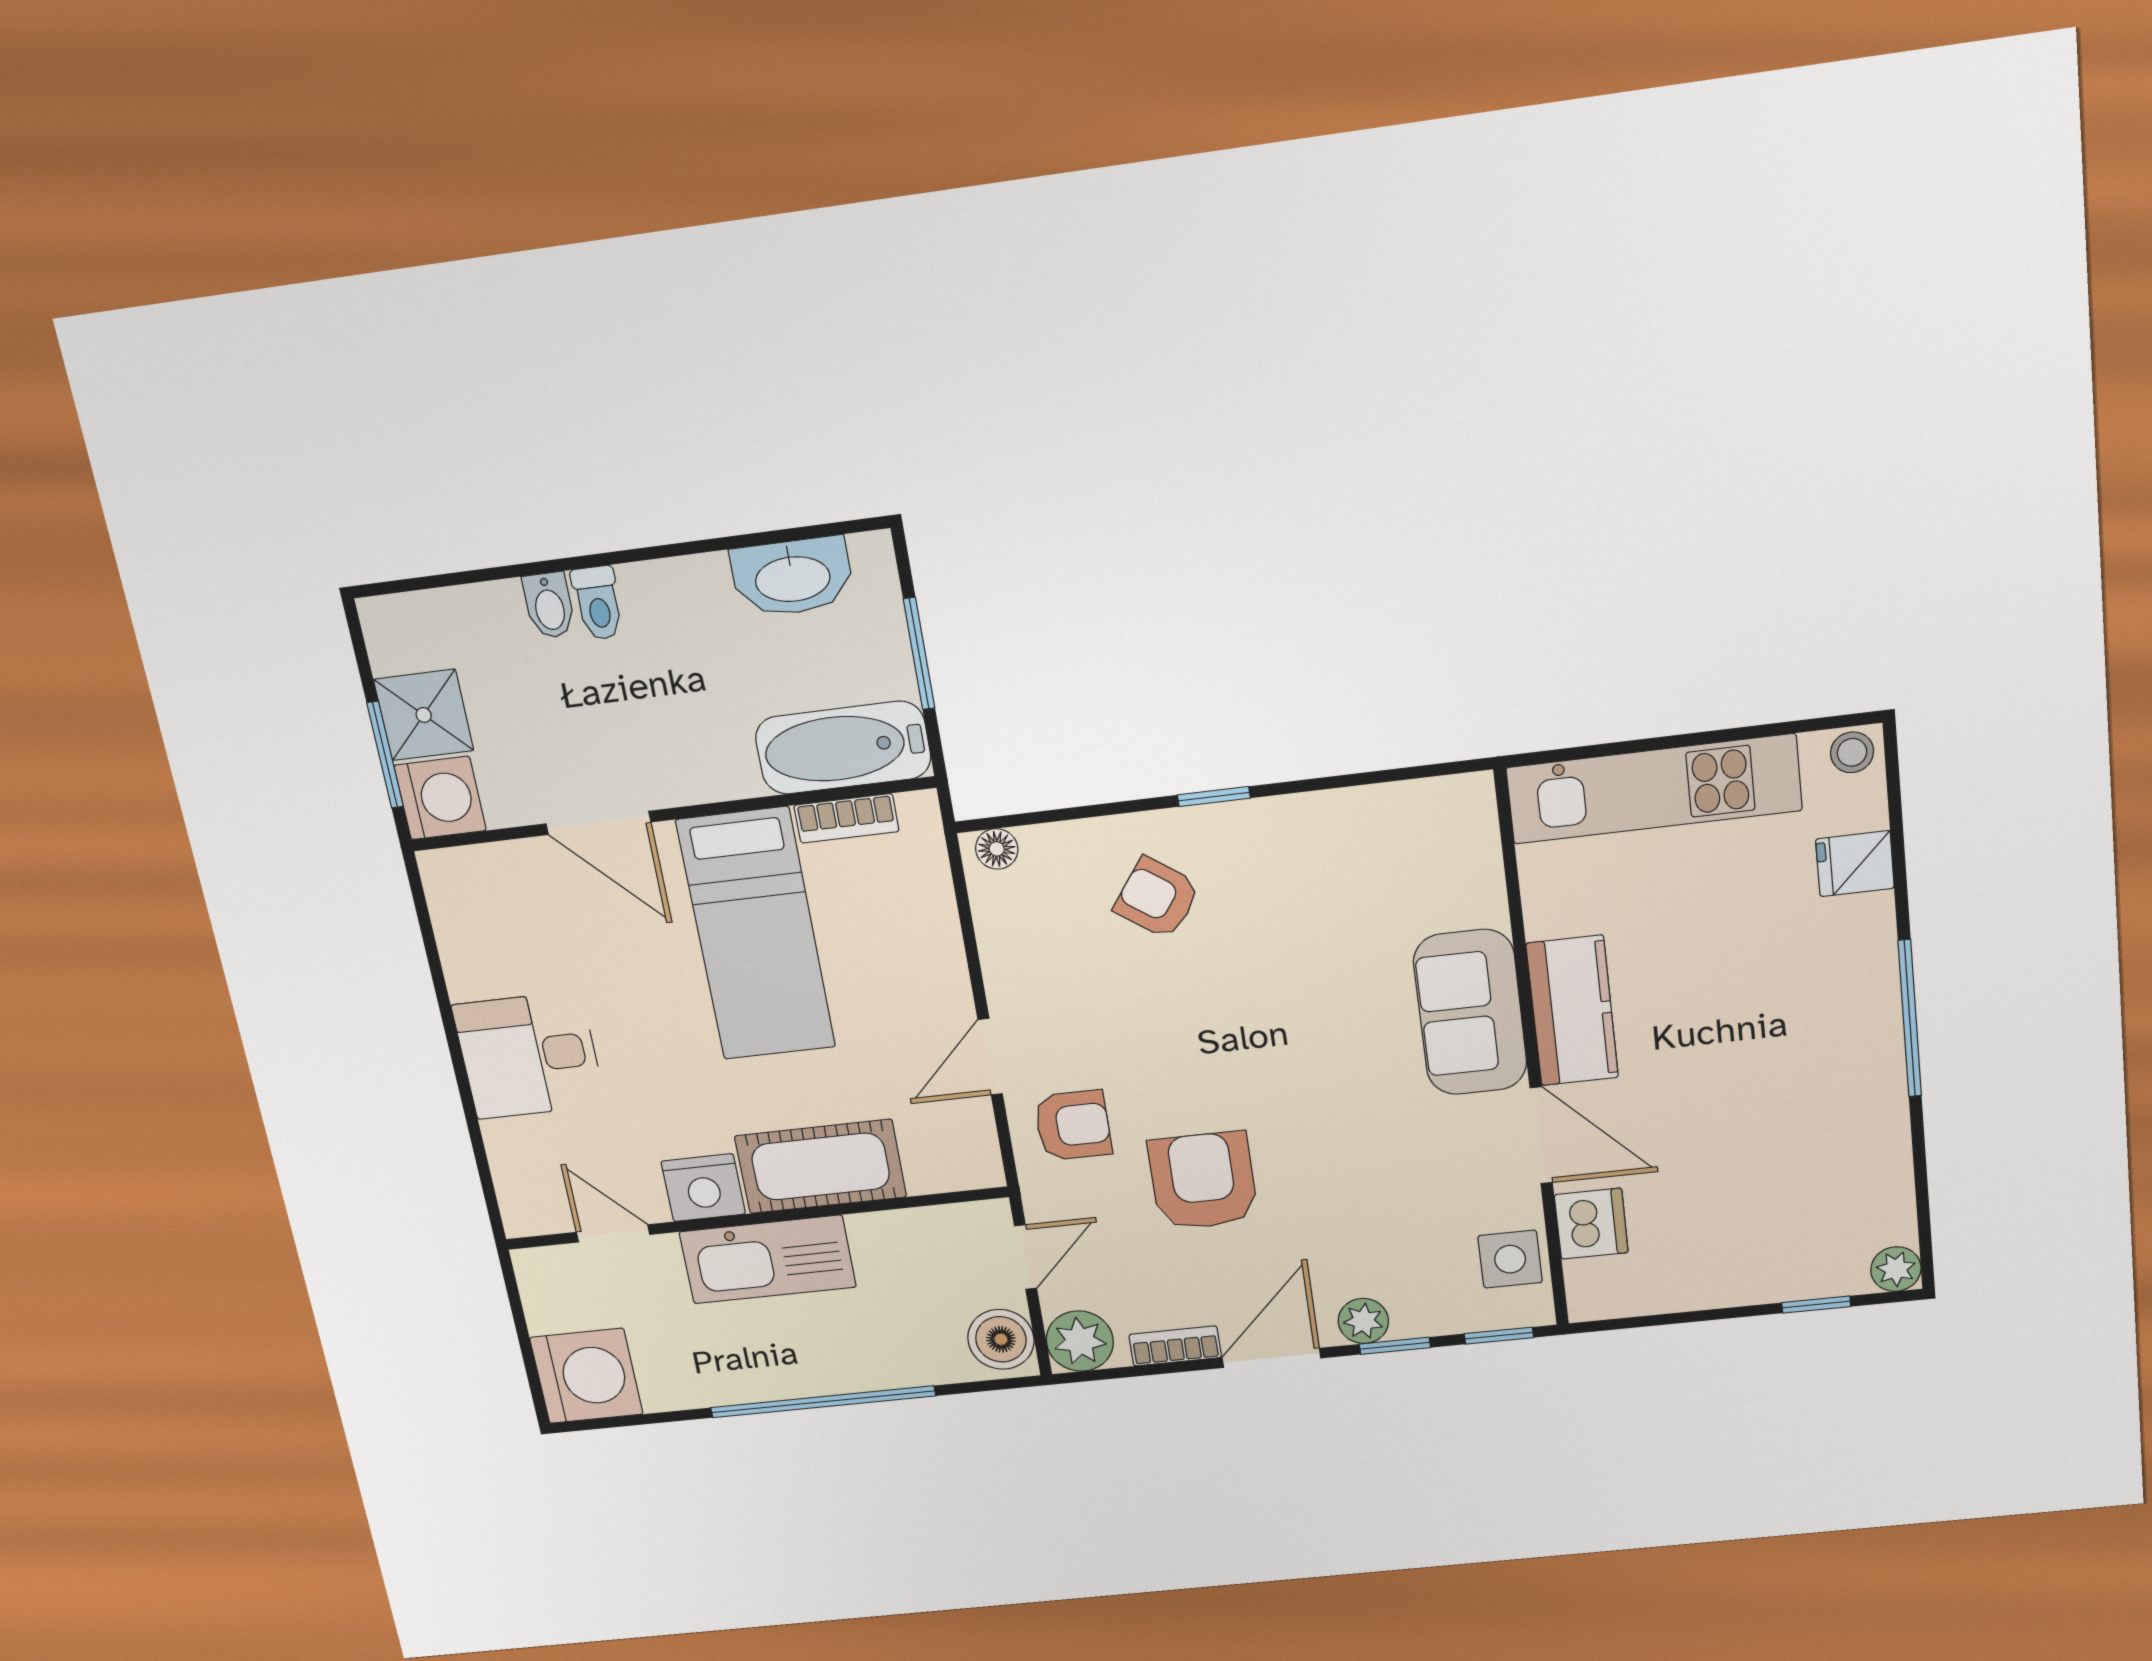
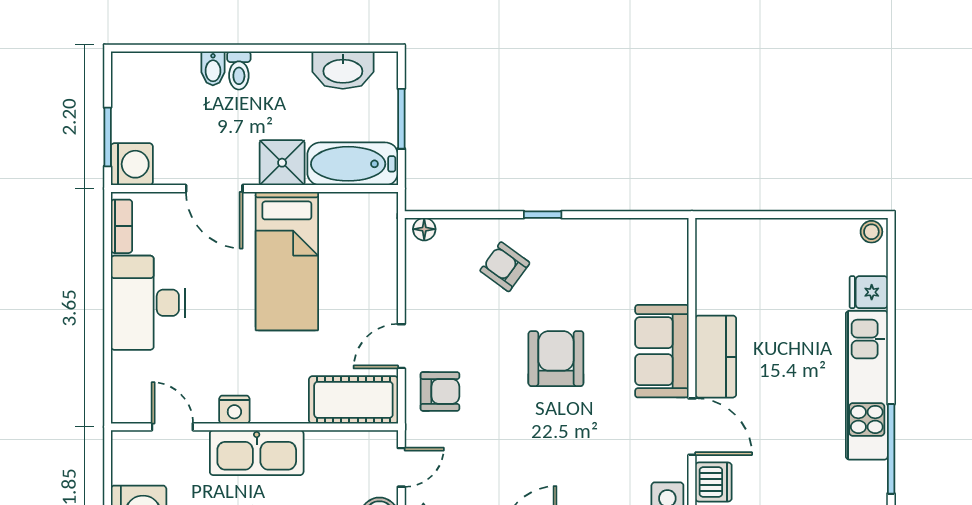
shower: (424, 715) -> (282, 163), moved
kitchen unit: (1654, 789) -> (867, 385), moved, turned 90
bookcase: (846, 818) -> (122, 226), moved, turned -90
window: (1910, 1019) -> (891, 449), moved
desk: (529, 1055) -> (148, 303), width x1.37
cot: (821, 1166) -> (353, 400), moved
armchair: (1203, 1181) -> (556, 359), moved
nightstand: (703, 1188) -> (234, 410), width x0.74, depth x0.75

